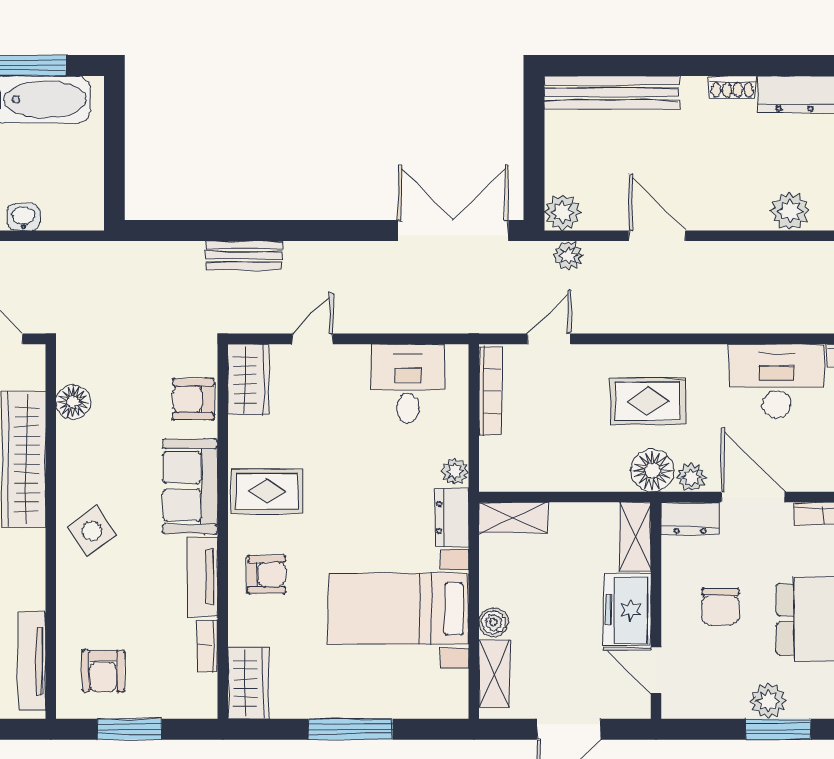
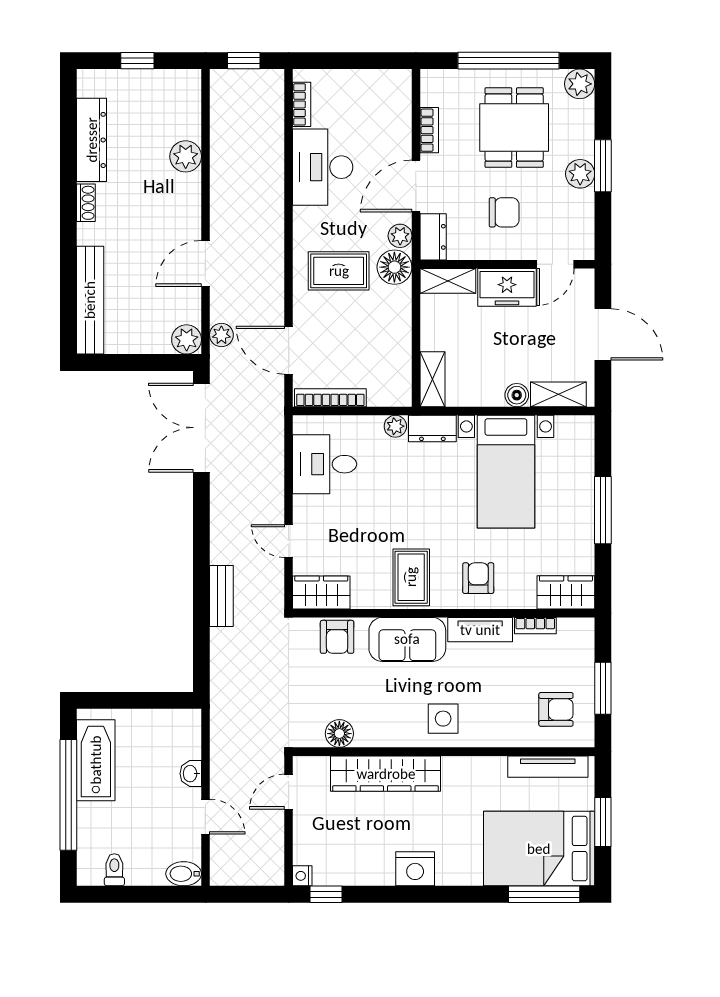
door: (549, 339) -> (289, 350), width x1.38
rug: (648, 401) -> (339, 271), turned 90
side table: (92, 531) -> (443, 719), turned 36

